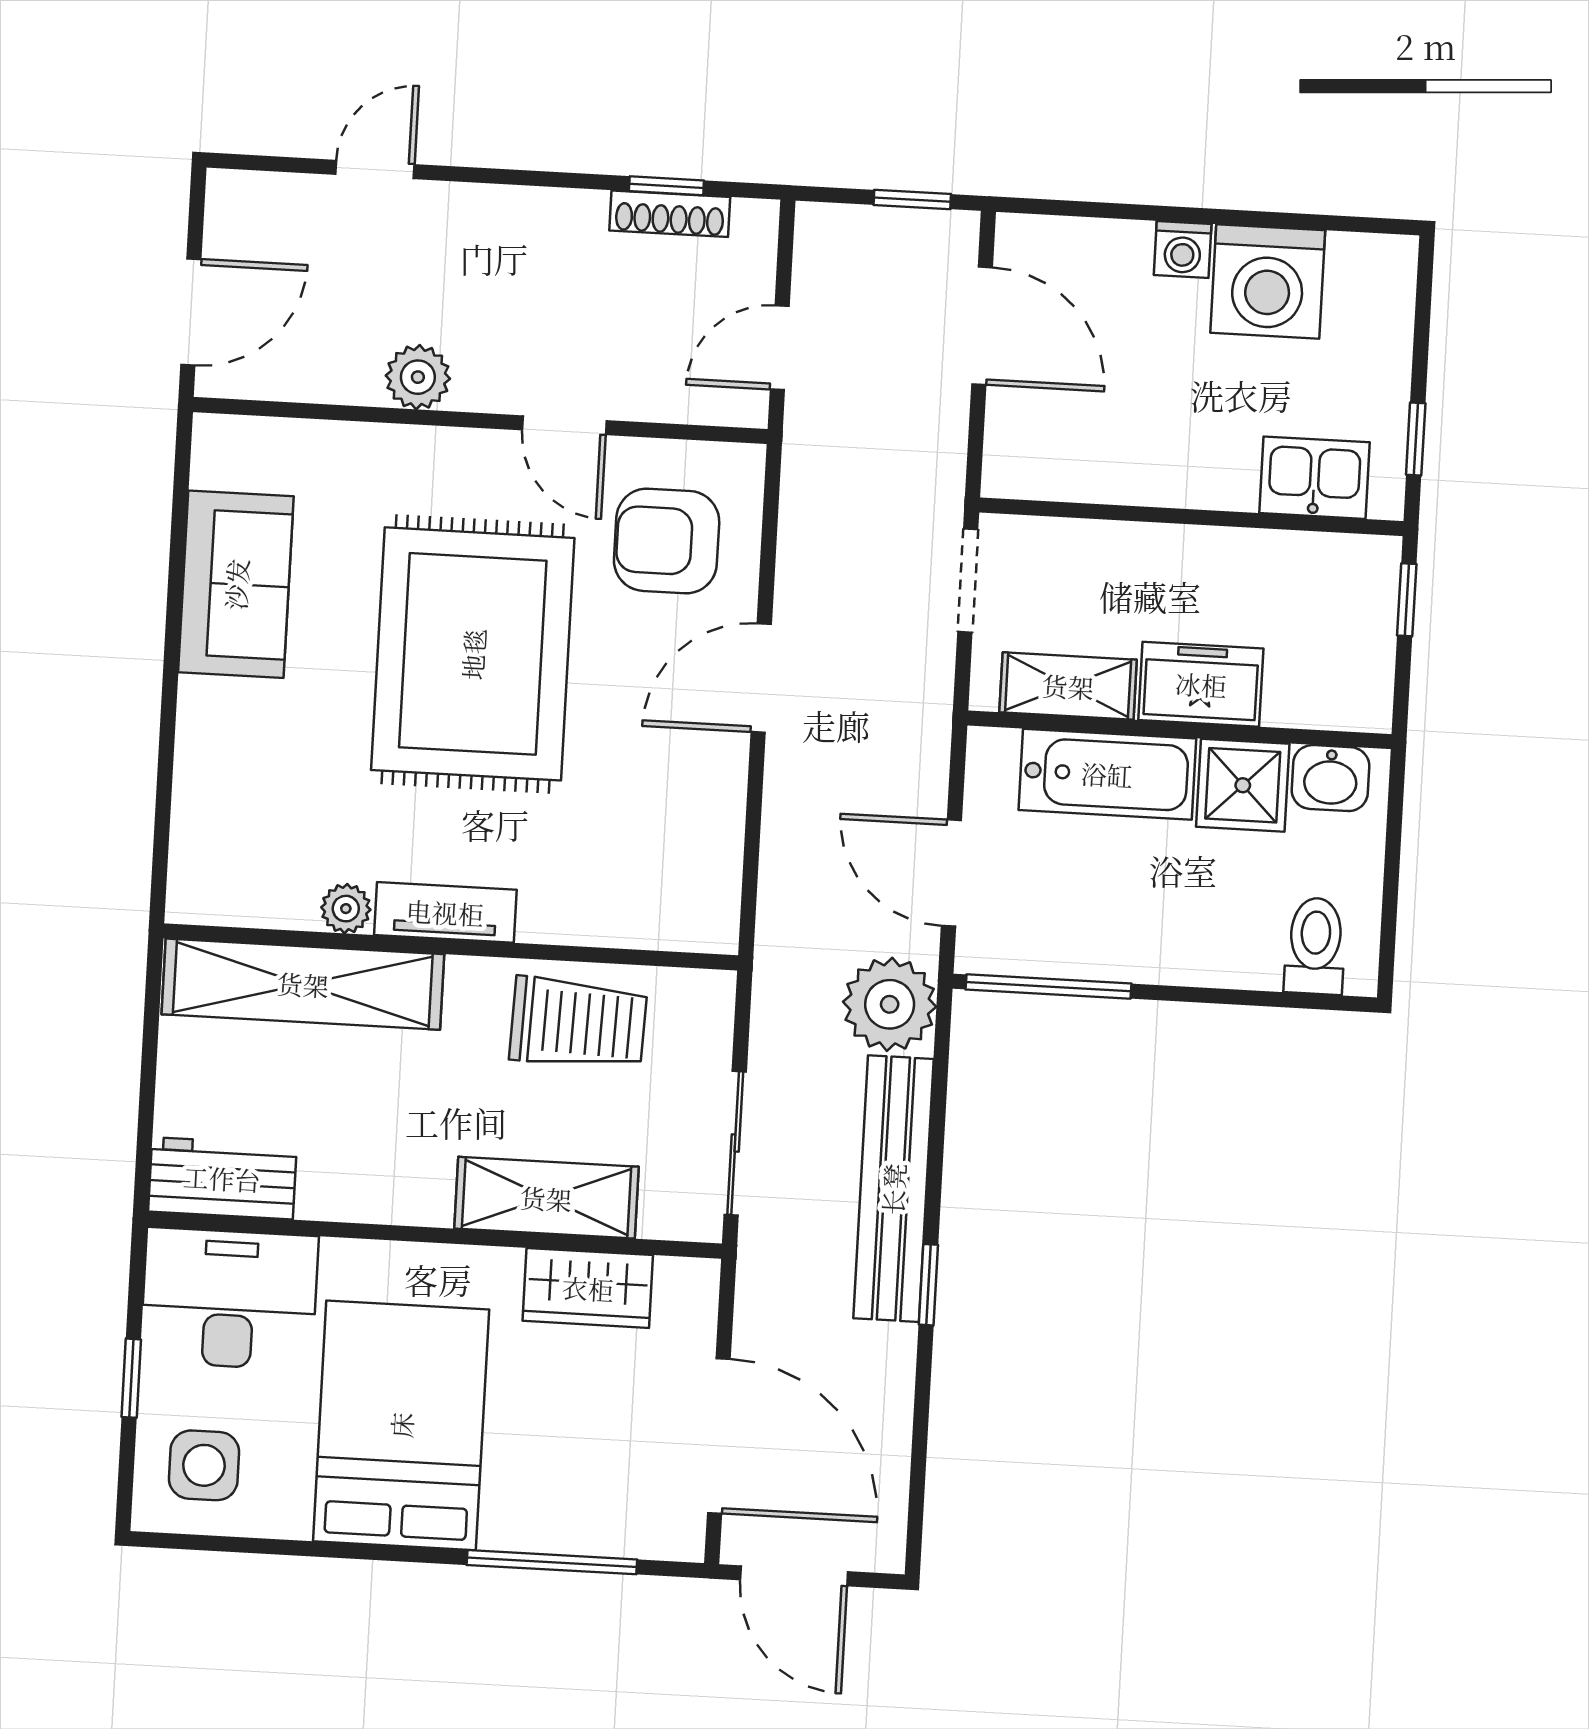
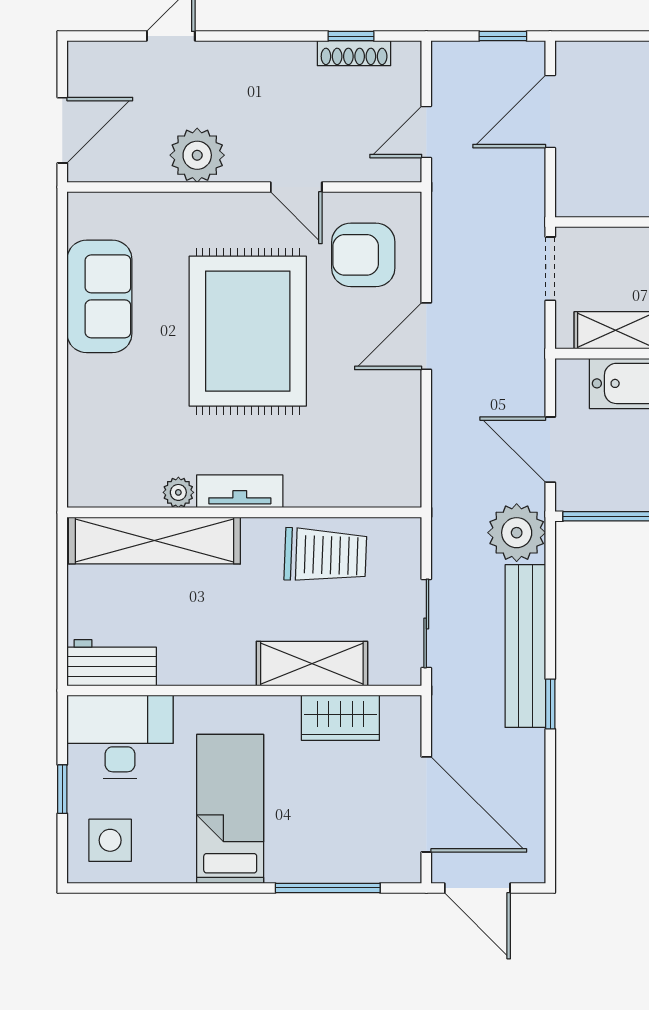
door: (982, 326) -> (550, 111), swing flipped
plant: (418, 377) -> (197, 155), width x1.36, depth x1.36
bed: (401, 1425) -> (230, 809), width x0.67

